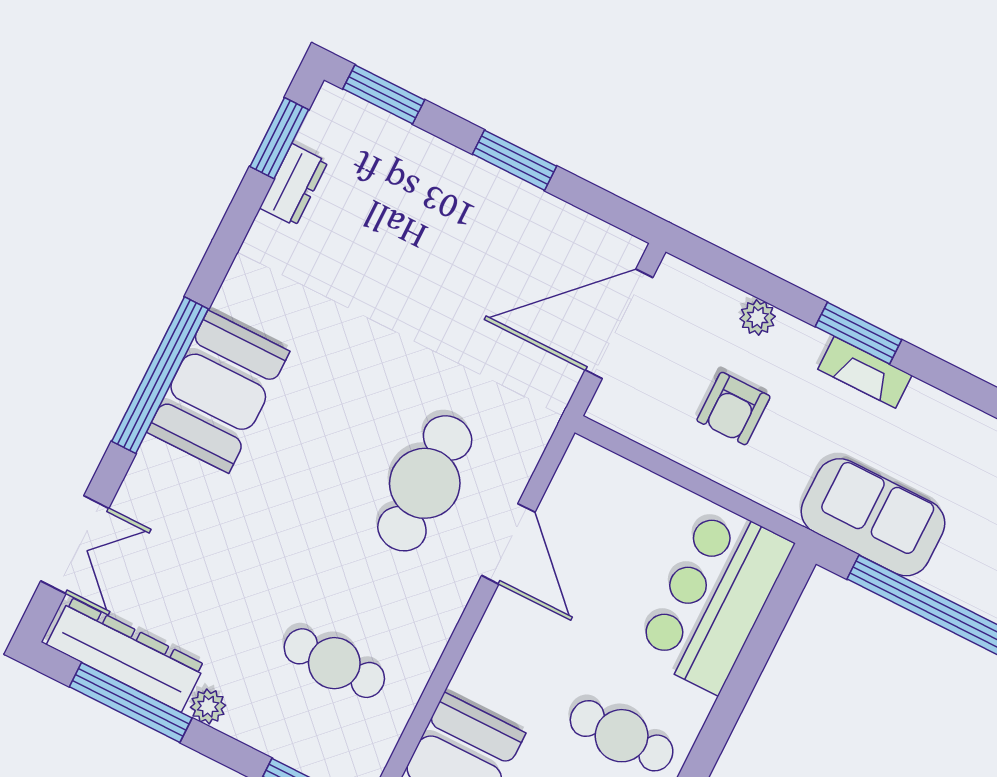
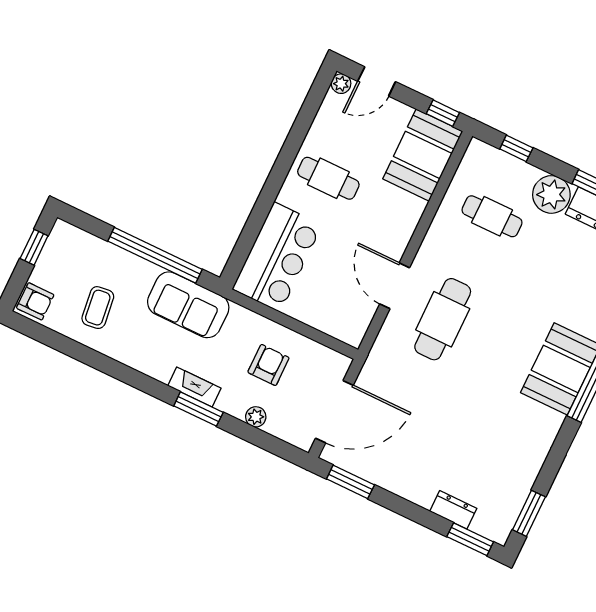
window: (515, 160) -> (350, 482), moved
dresser: (294, 185) -> (453, 510), moved, turned 90
plant: (208, 706) -> (551, 194), width x1.88, depth x1.88

